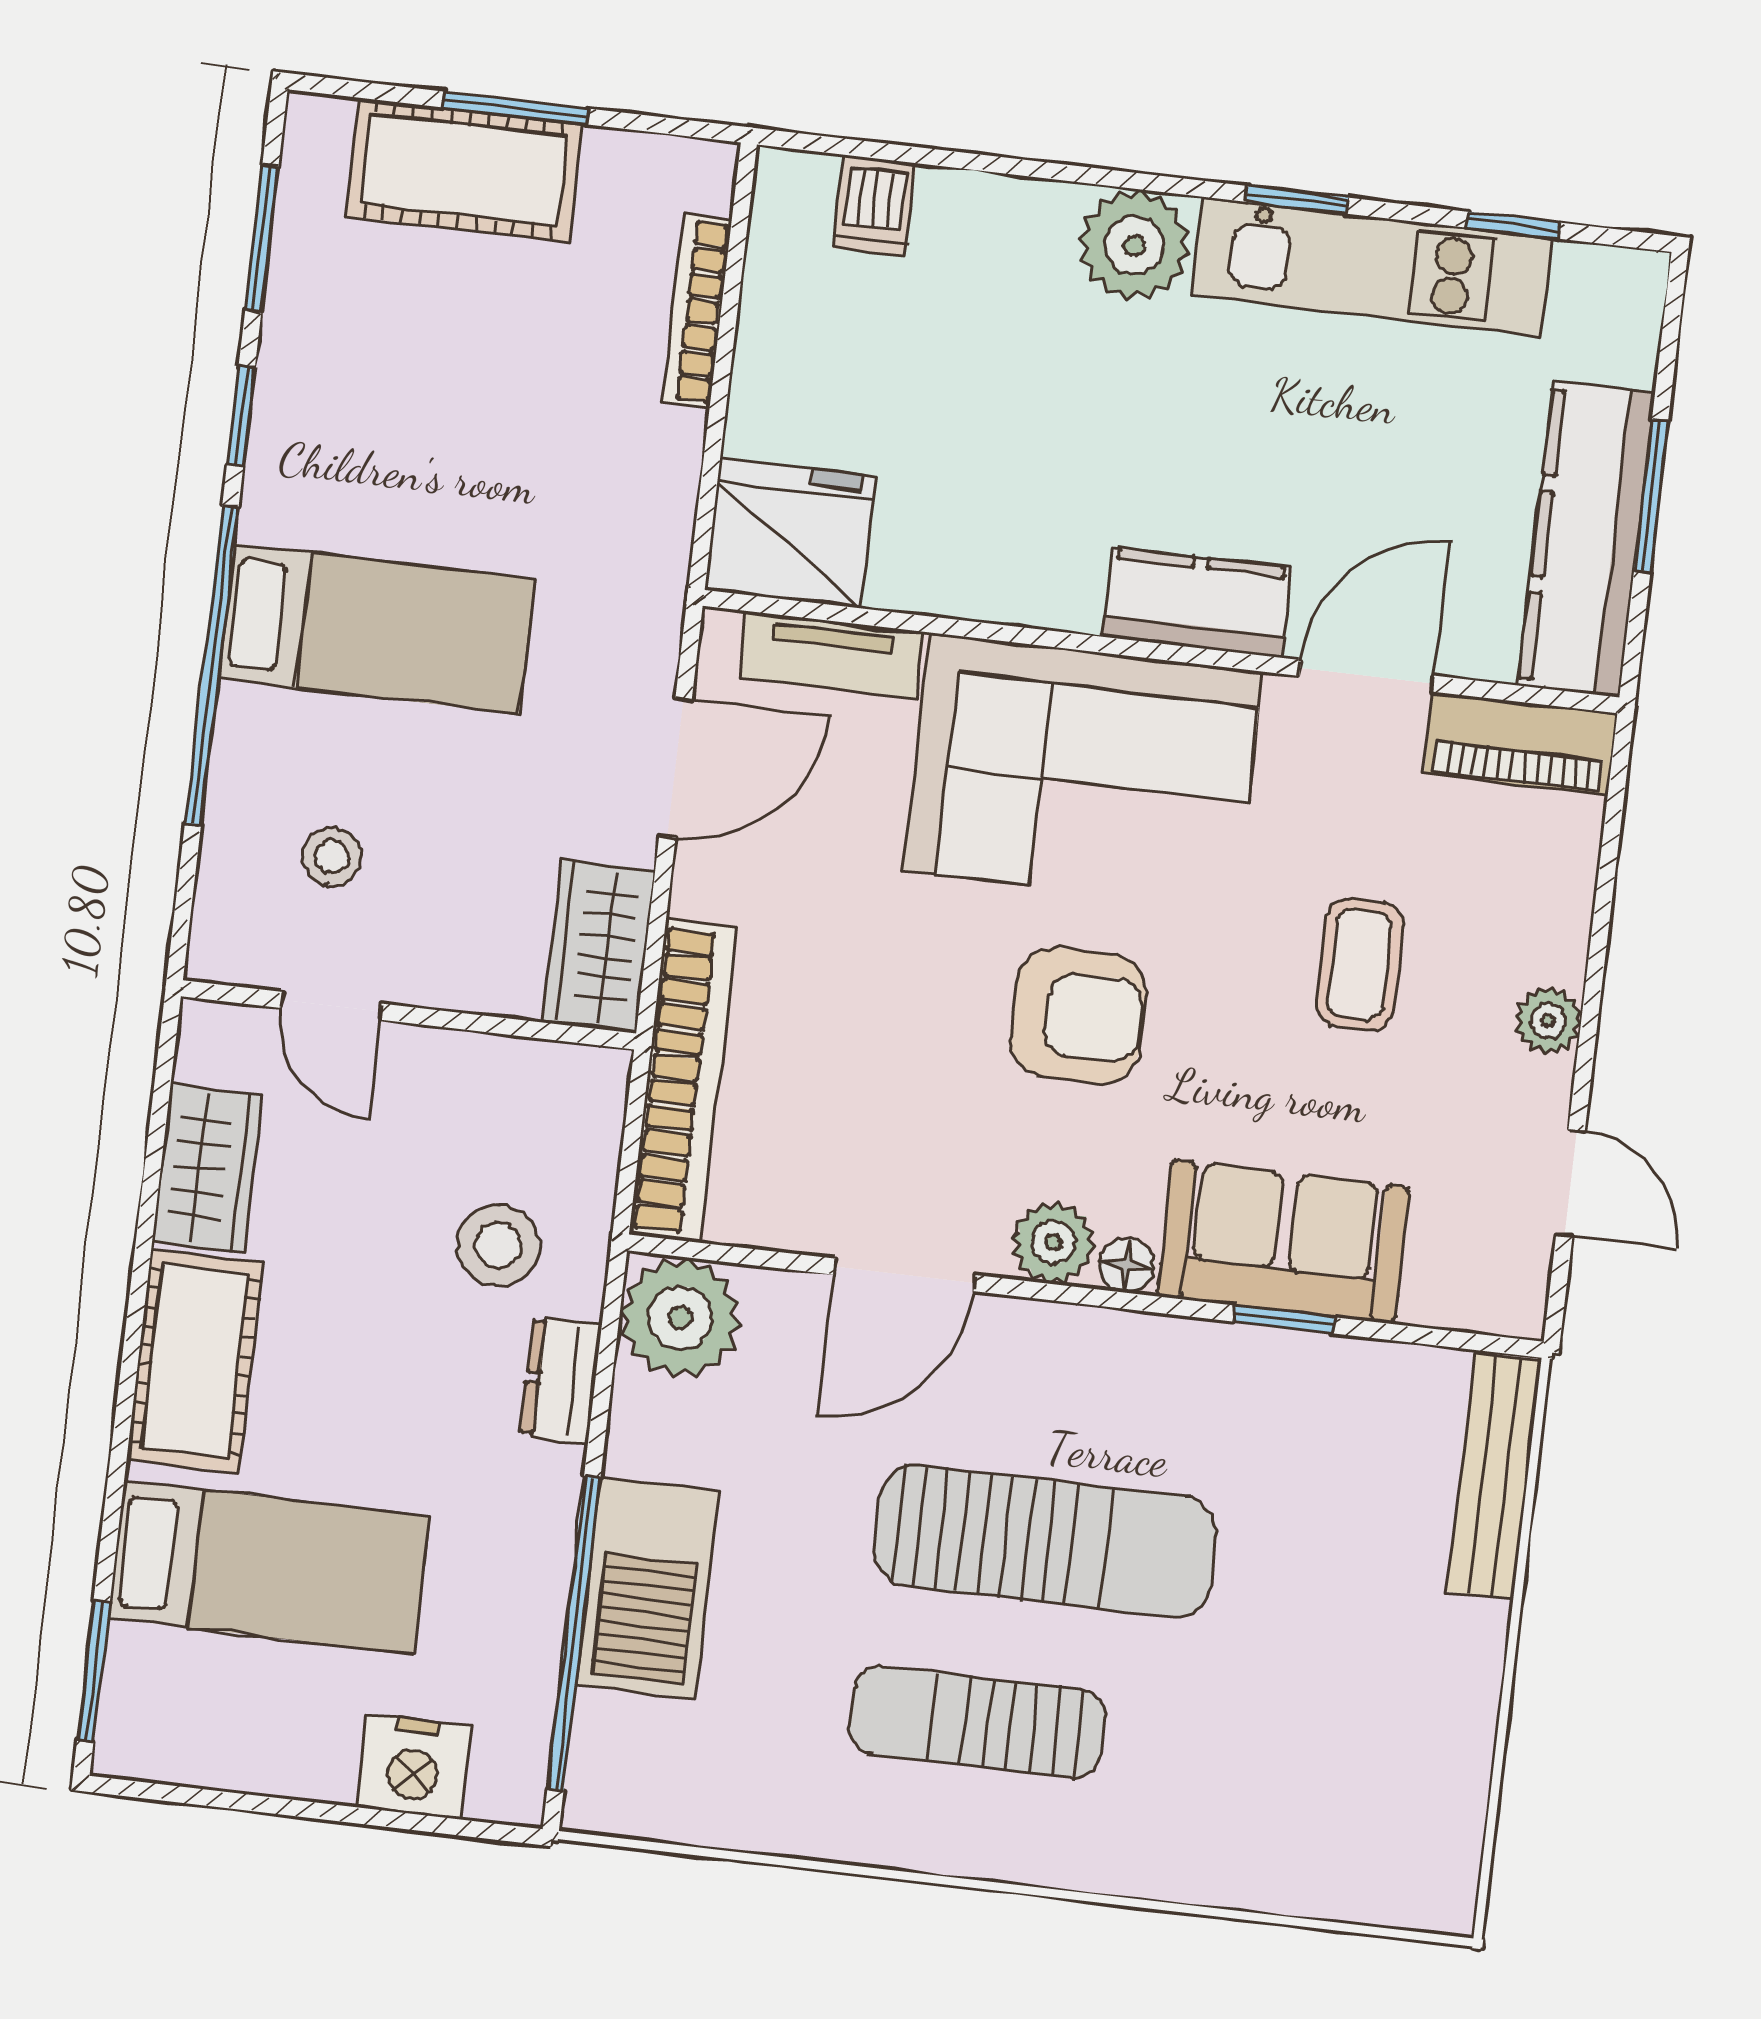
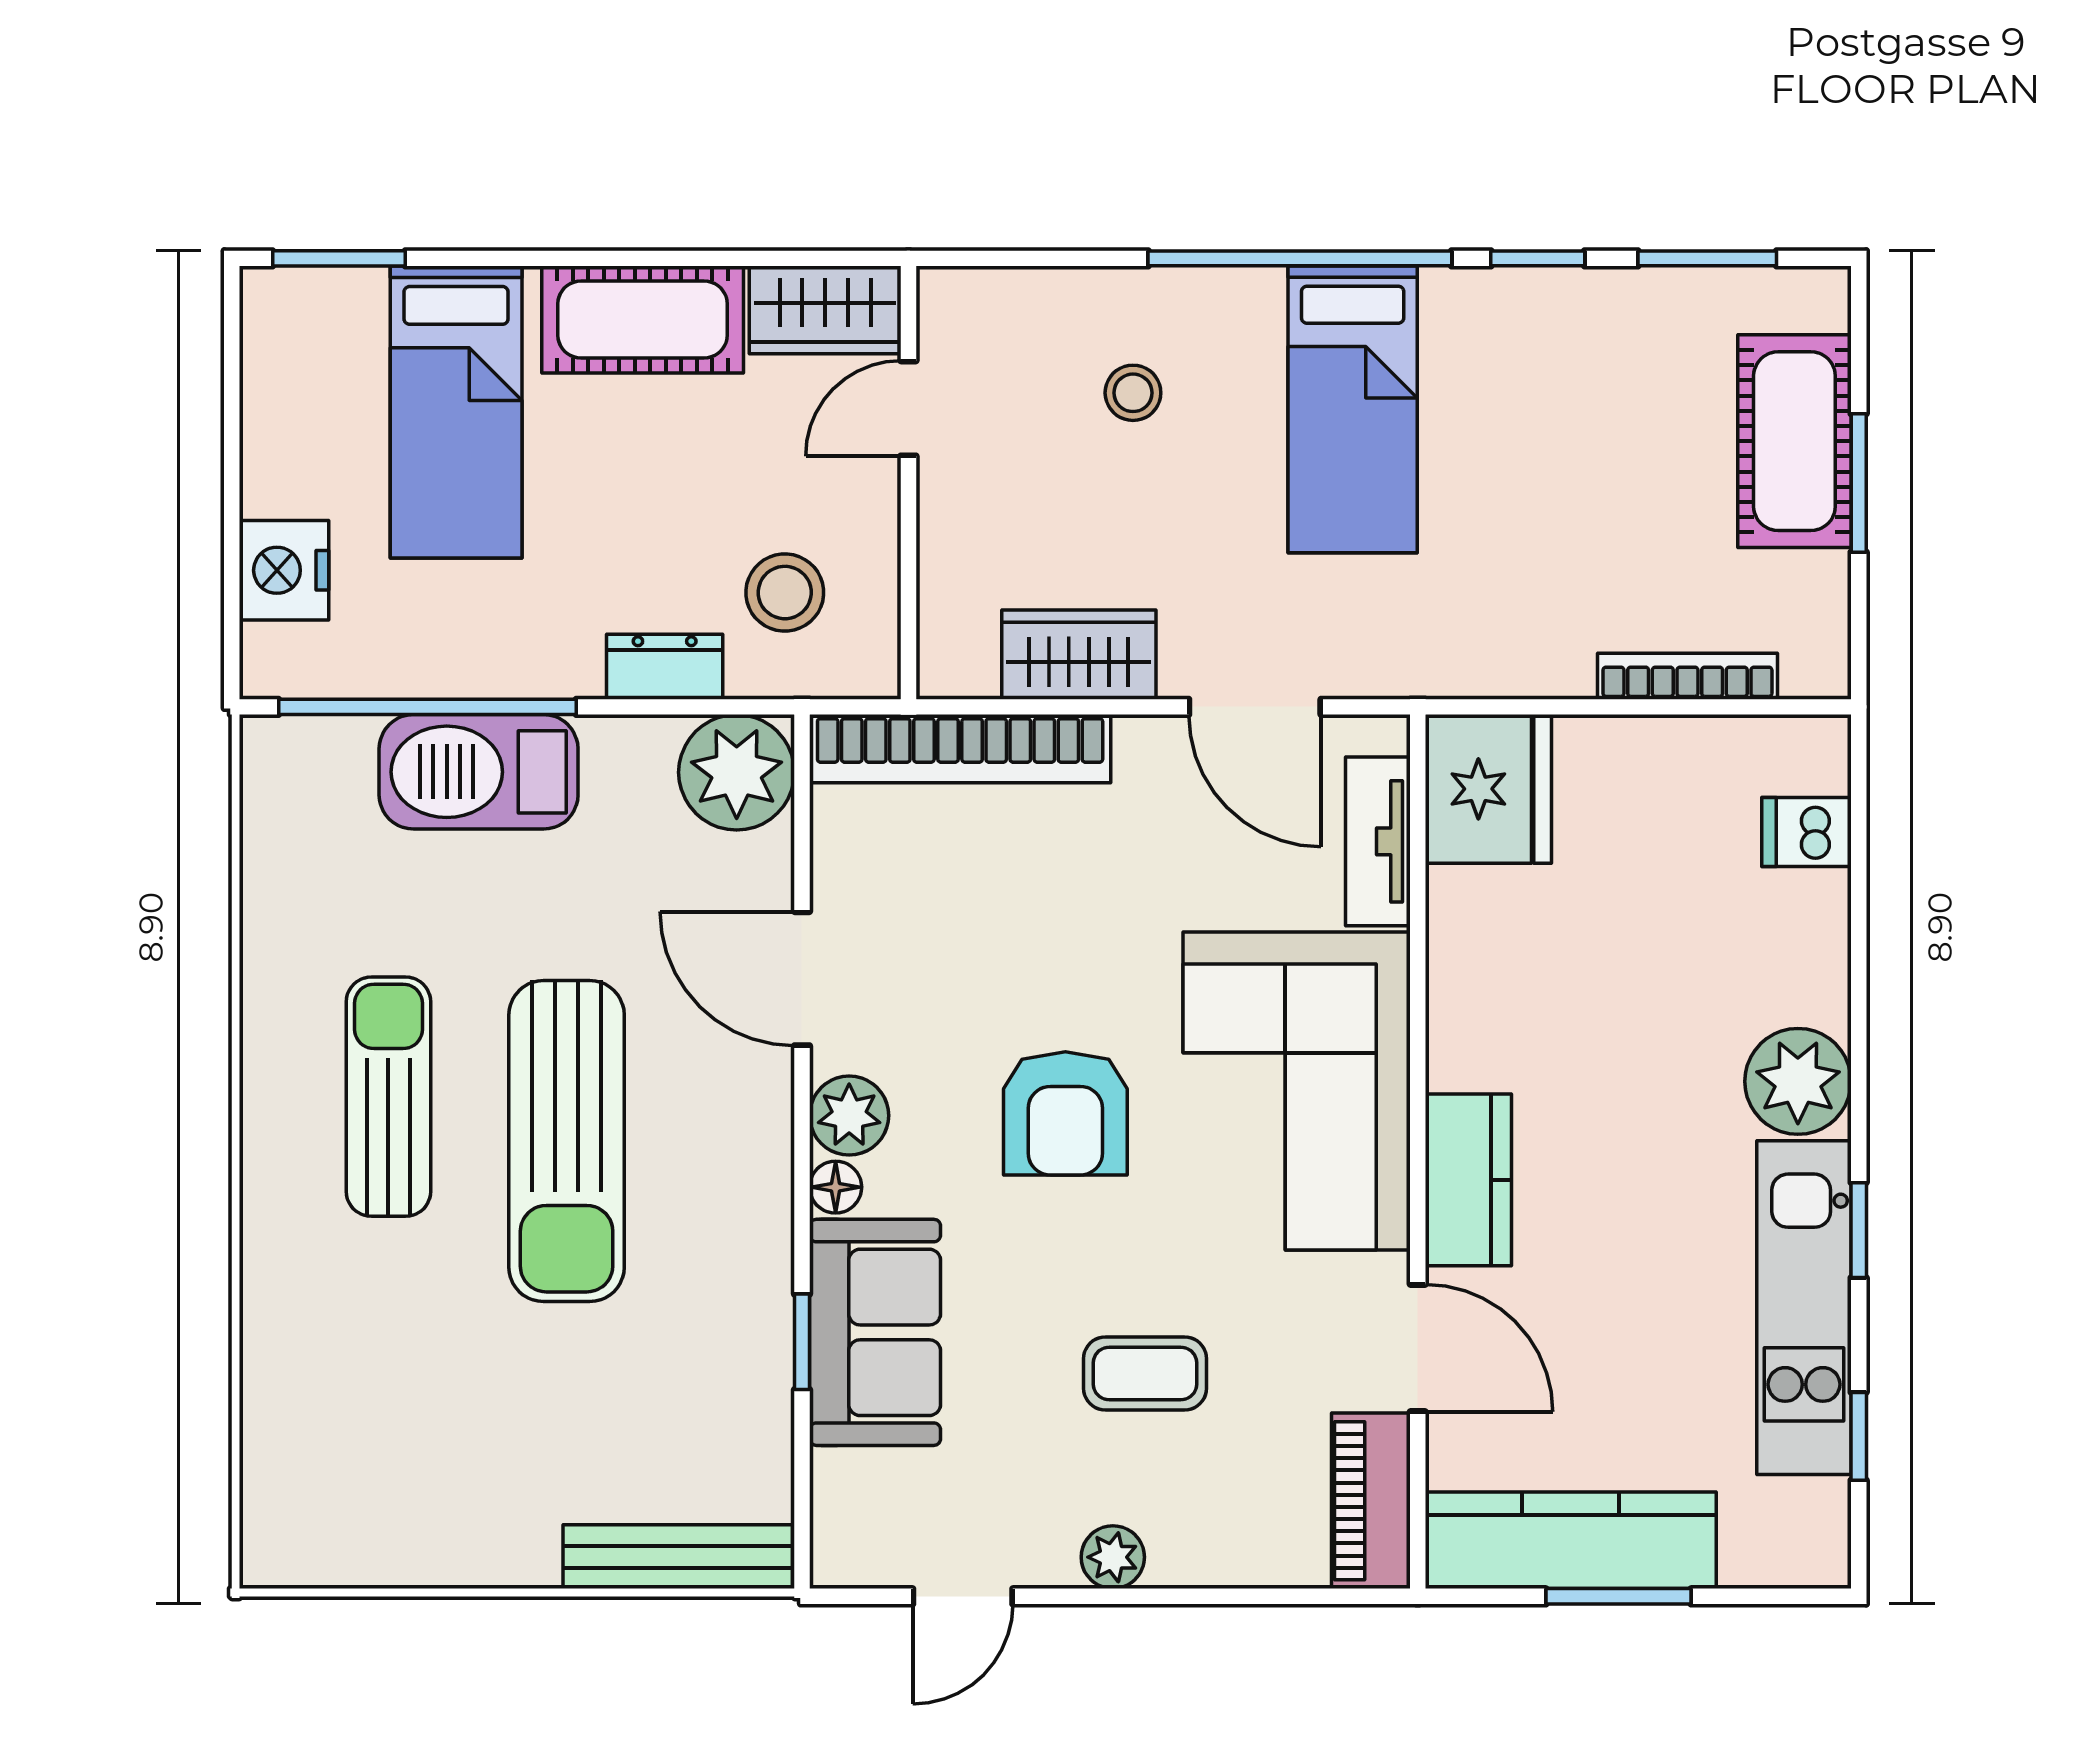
door: (331, 1006) -> (908, 408), moved
wall: (409, 1015) -> (908, 483), moved

